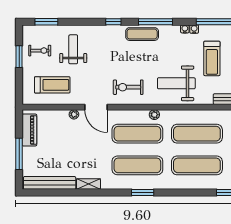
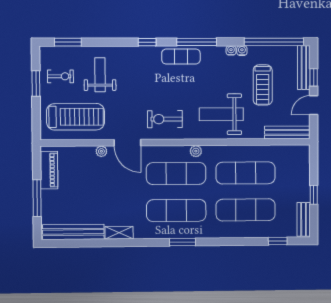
treadmill: (52, 85) -> (76, 117), width x1.37, depth x1.38

